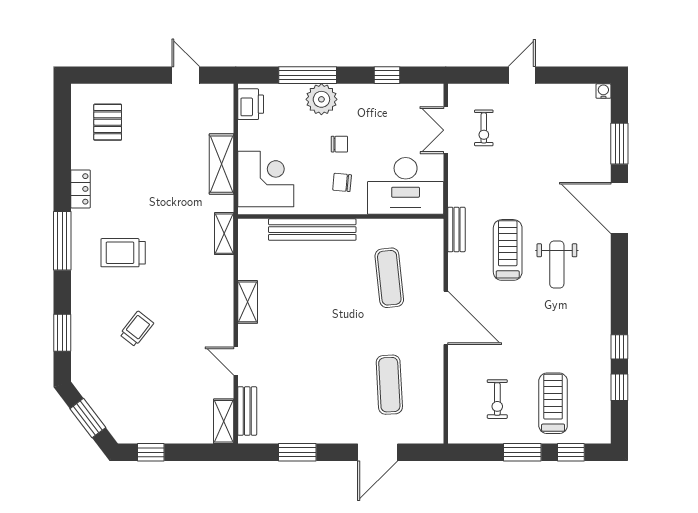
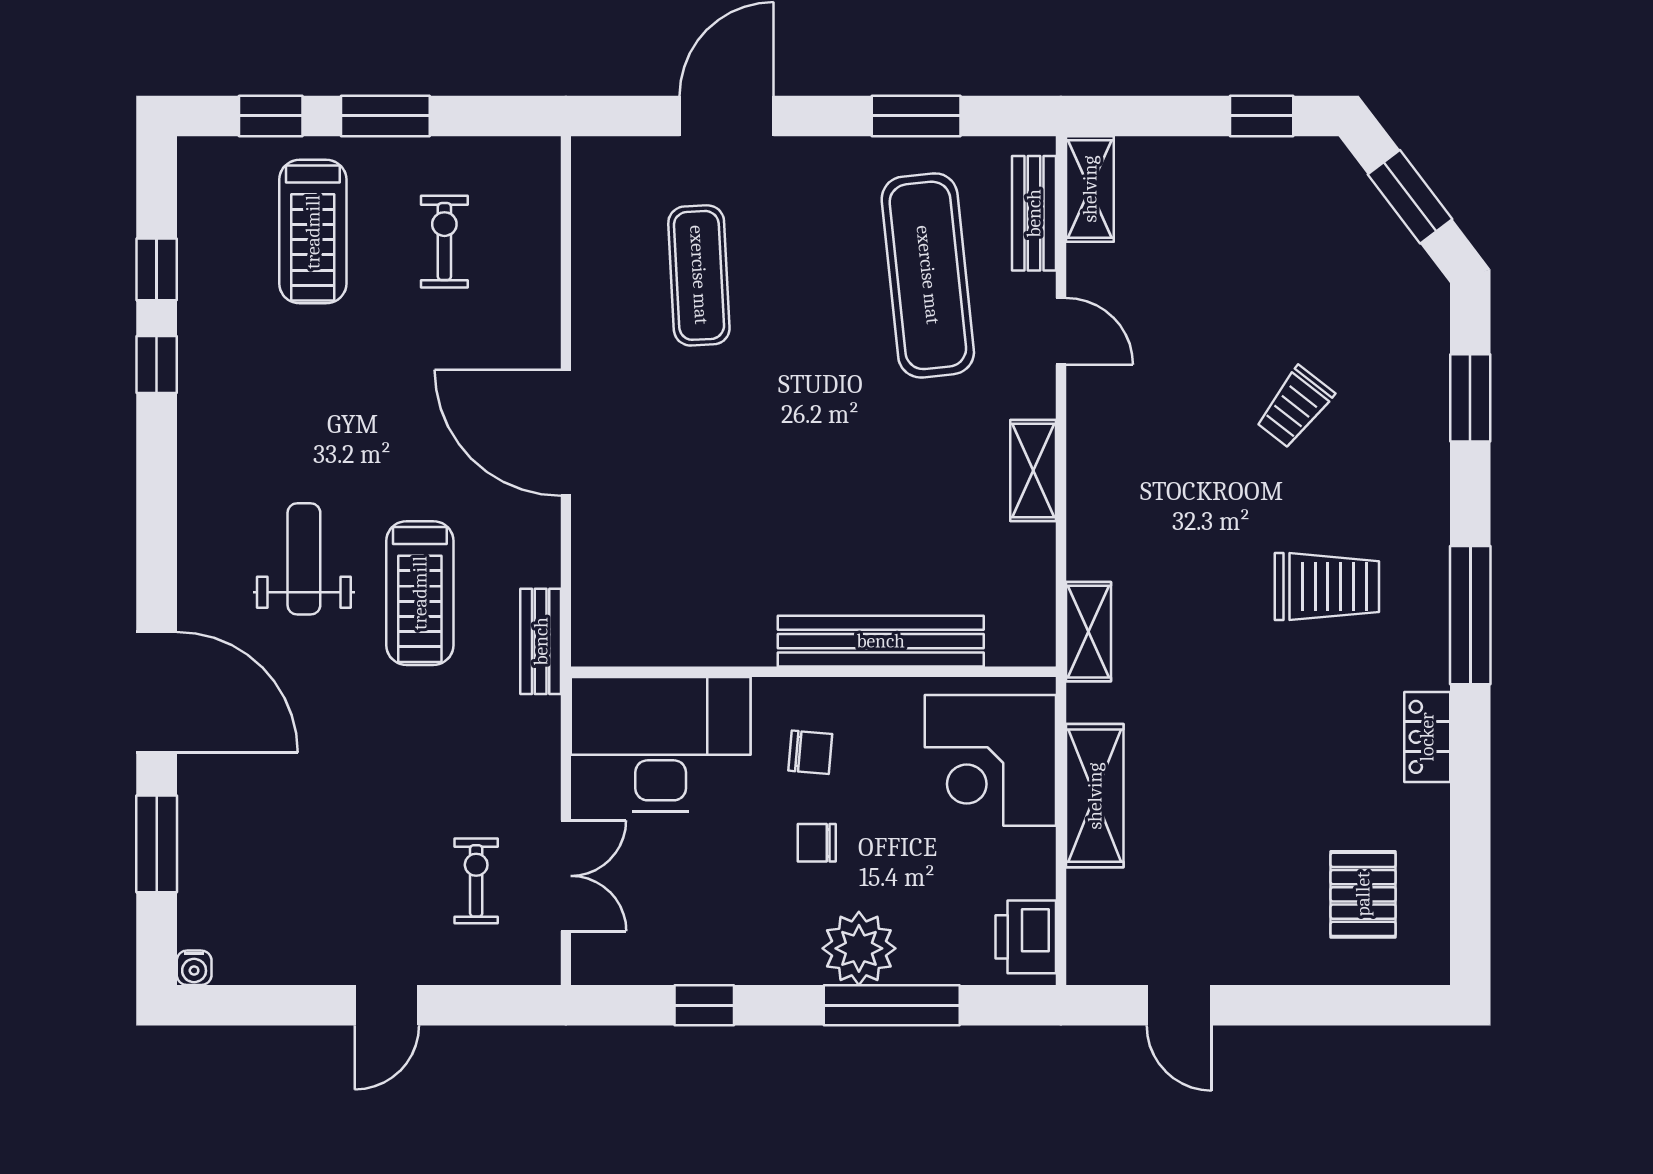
exercise mat: (389, 278) -> (928, 275), moved, width x1.36, depth x1.45

